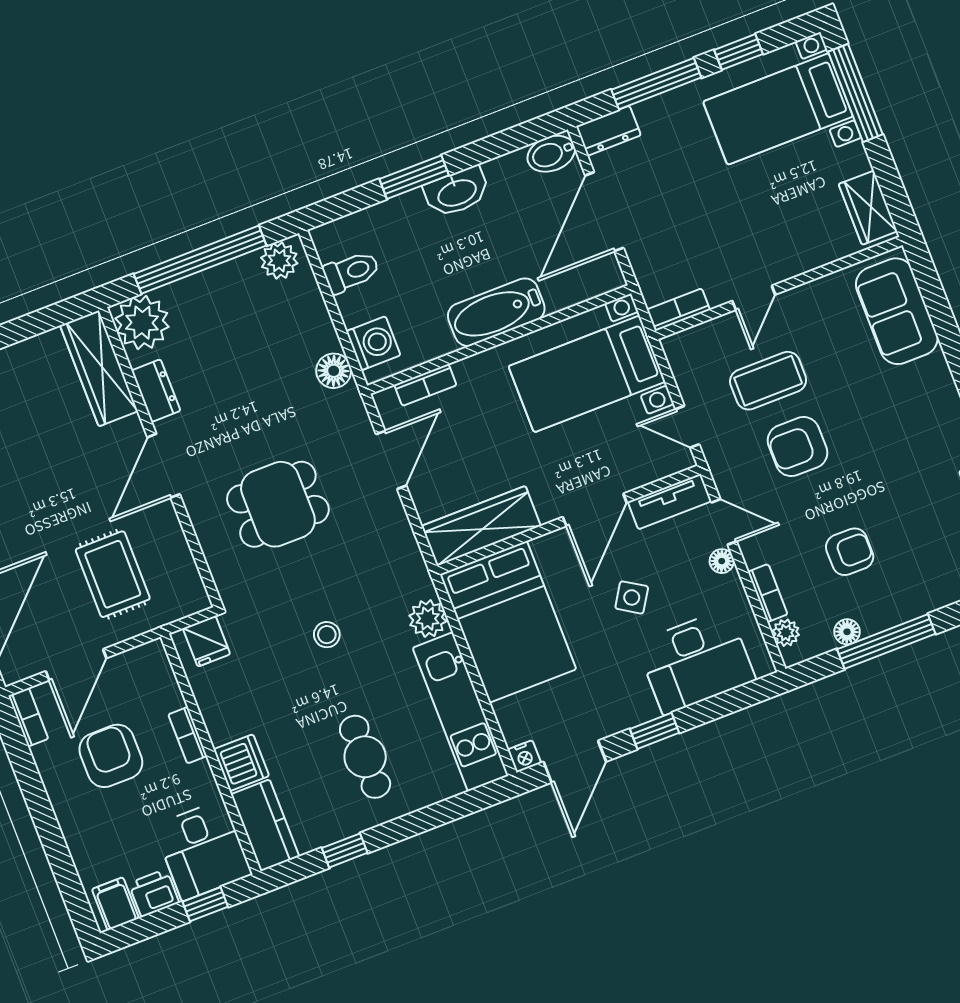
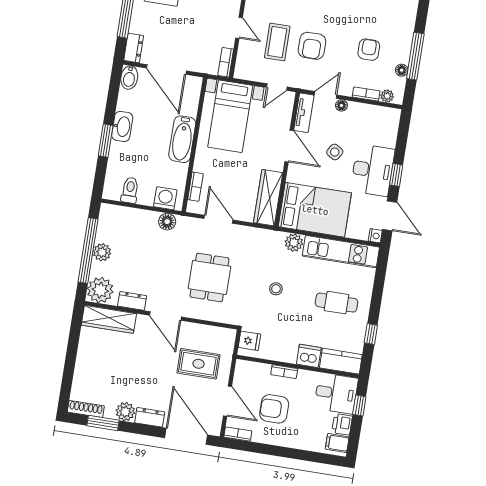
plant: (279, 260) -> (102, 252), moved
desk: (696, 662) -> (373, 170), moved

